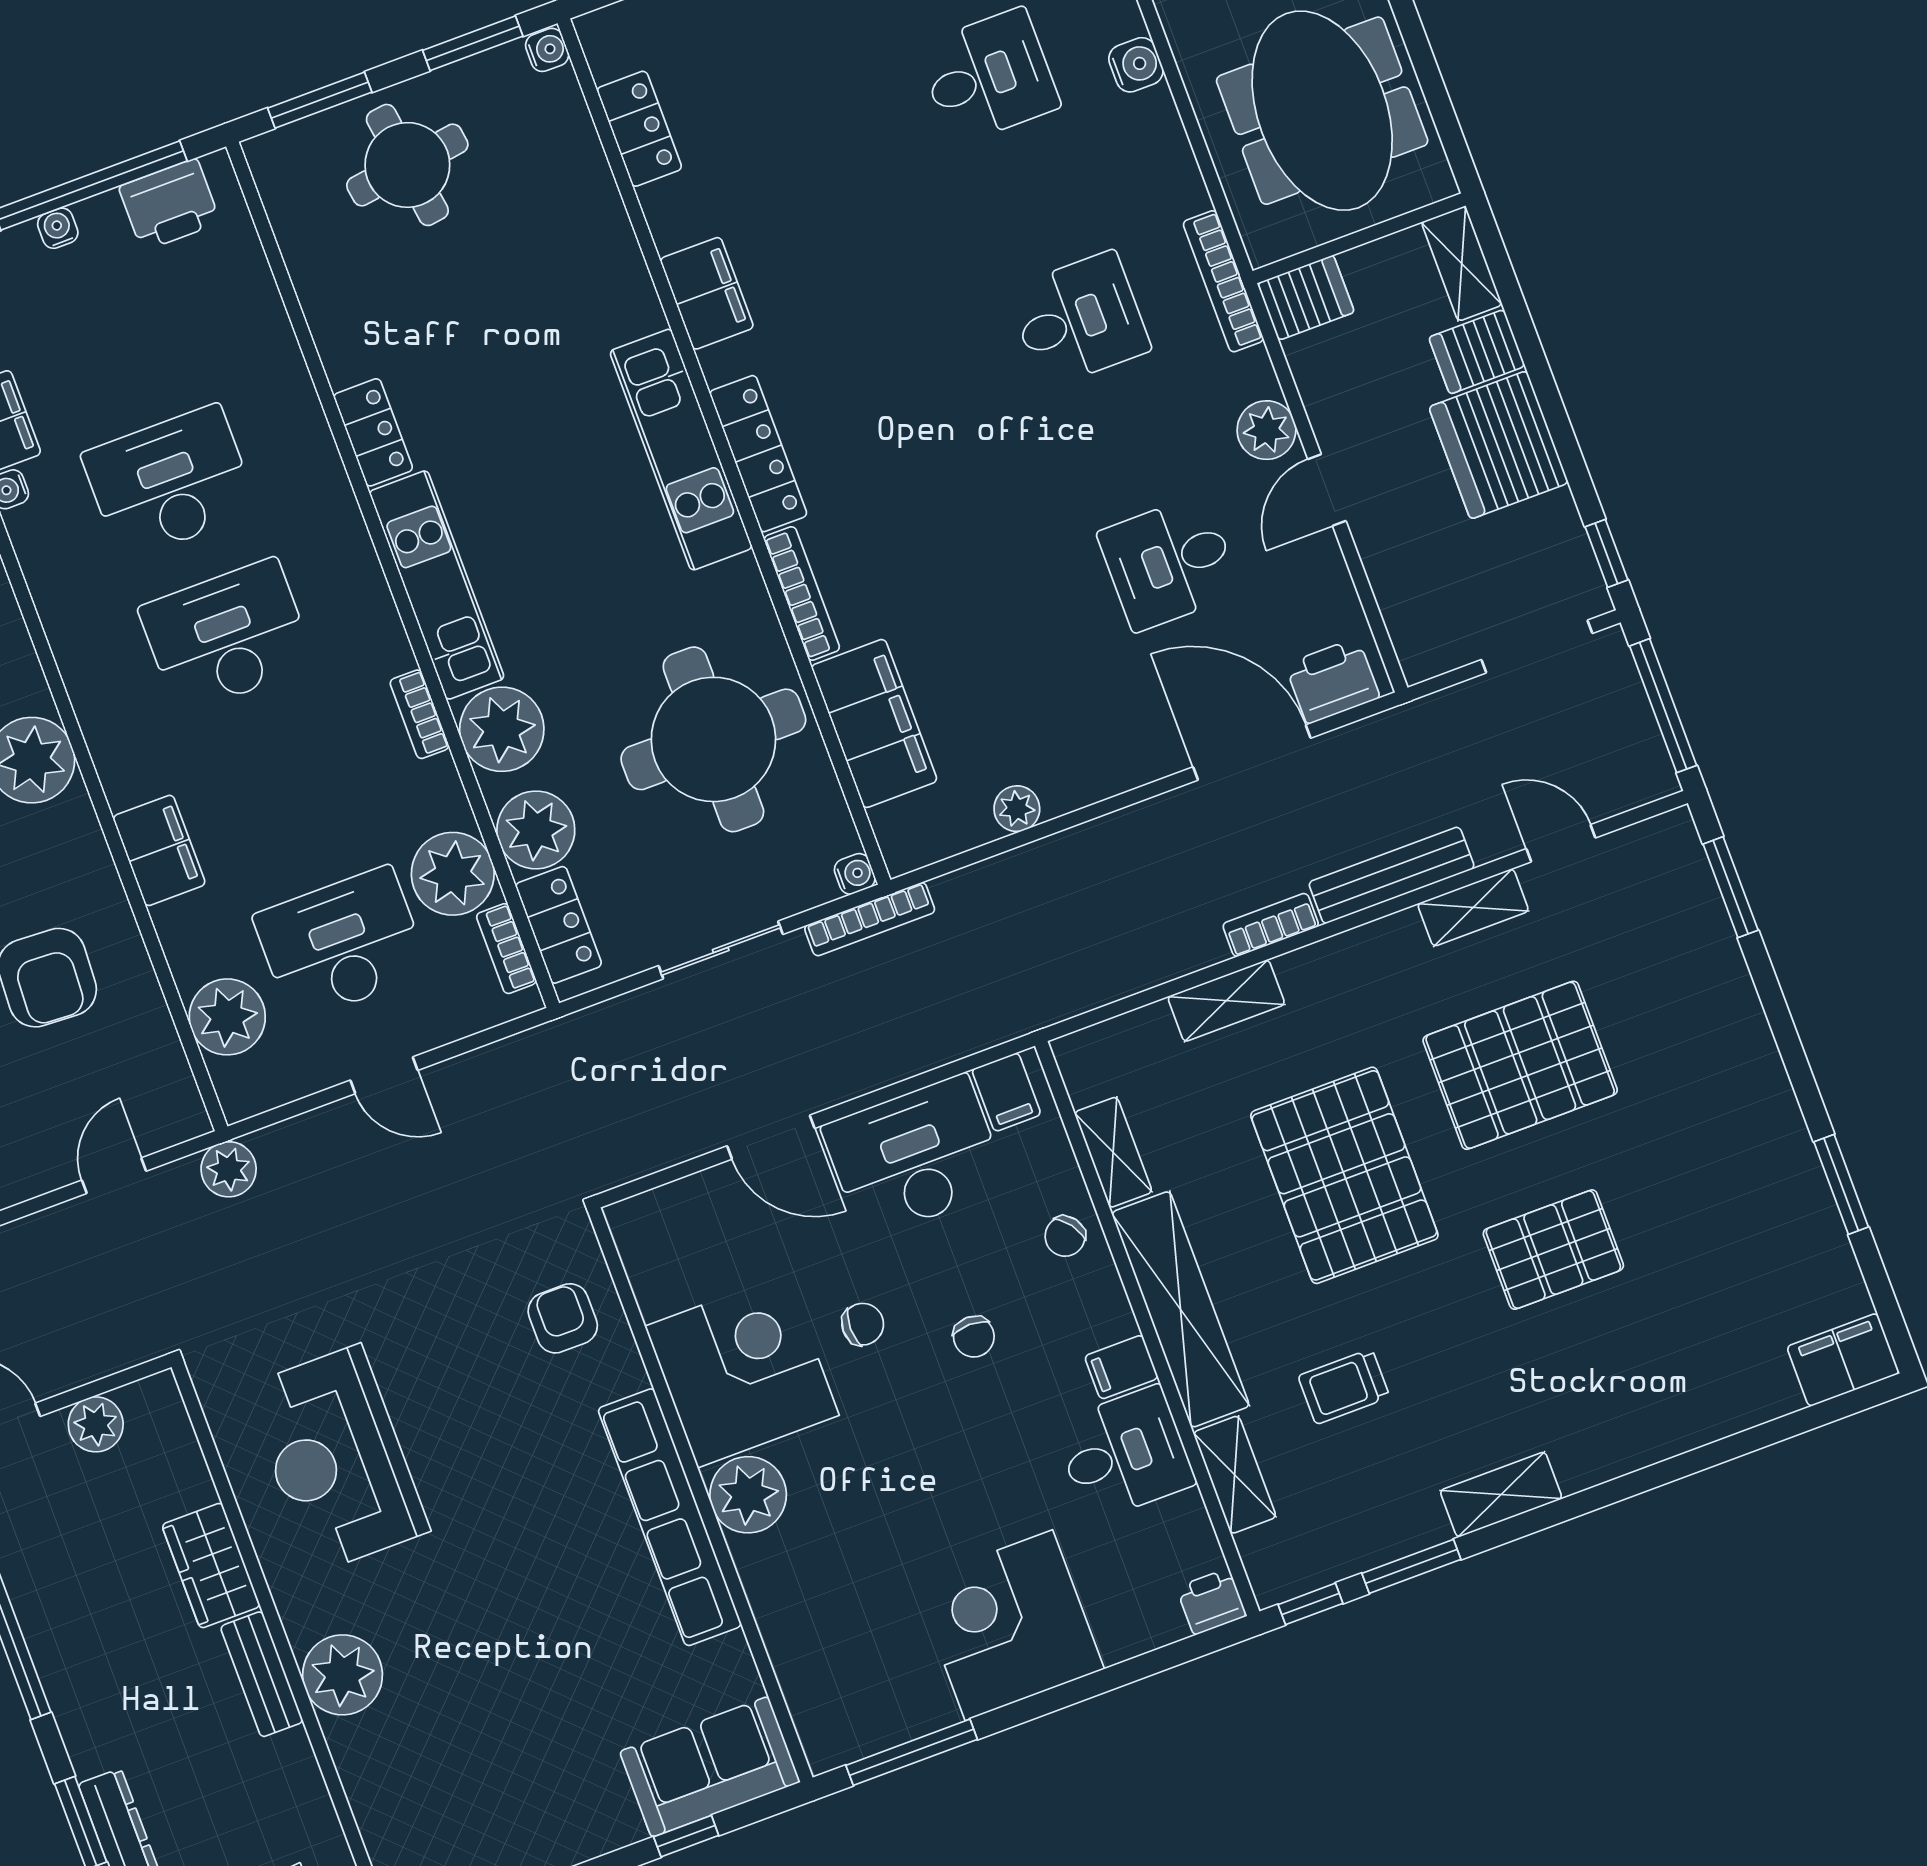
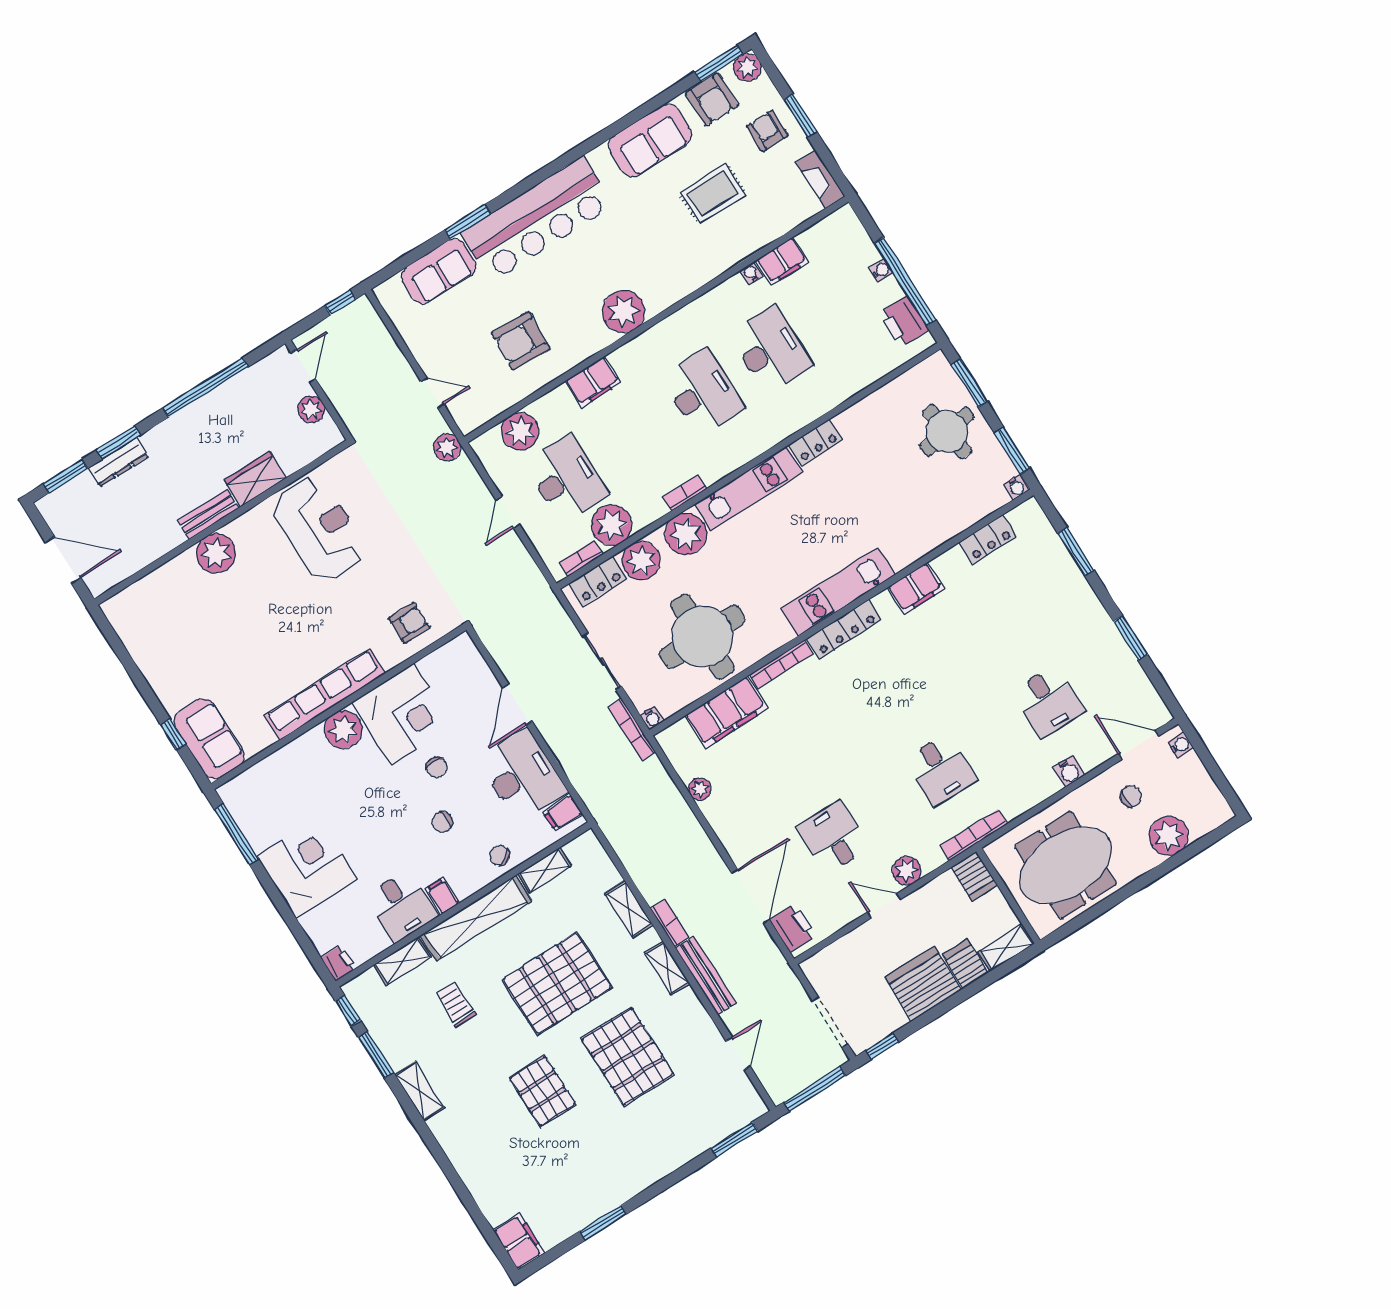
shelving: (1473, 907) -> (667, 968), moved
reception desk: (337, 1459) -> (319, 529), turned 90

